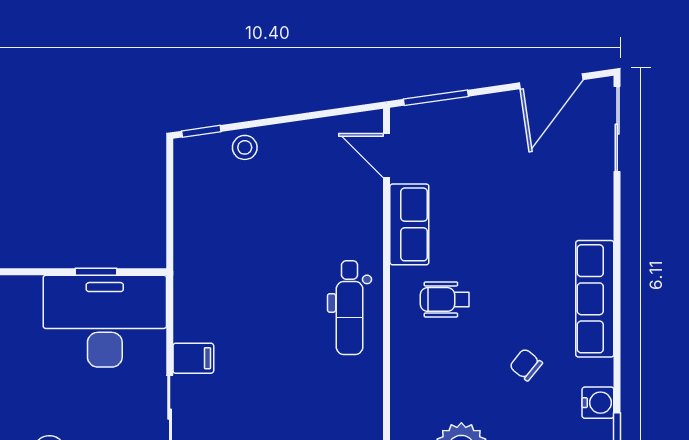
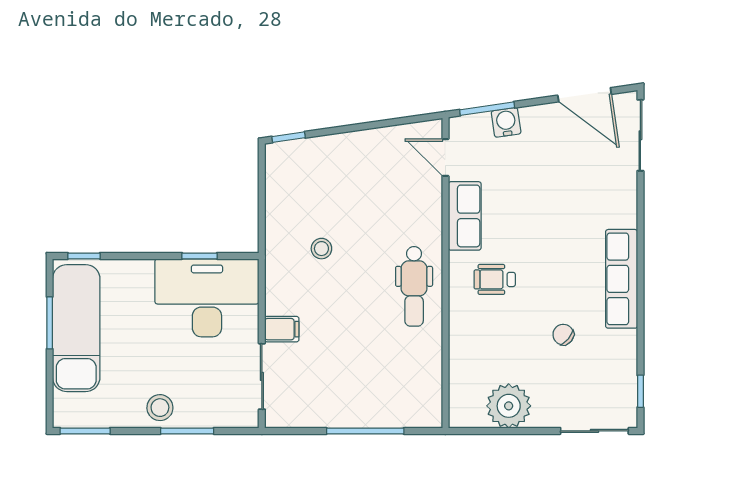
door: (551, 81) -> (585, 95), hinge flipped
stool: (245, 147) -> (321, 249), moved
water cooler: (598, 403) -> (506, 122), moved, turned -98

